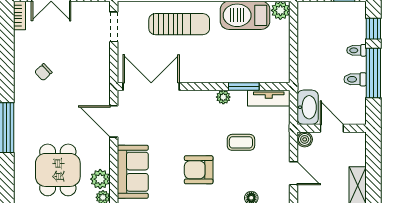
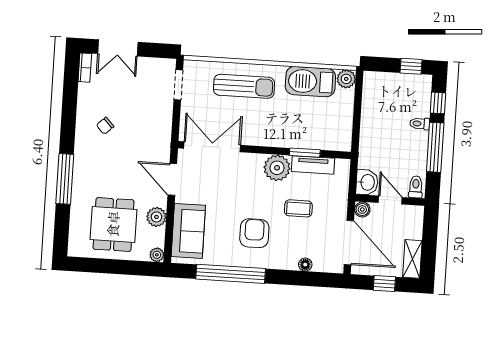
toilet: (355, 79) -> (416, 187), moved, turned 90
plant: (223, 97) -> (277, 168), width x1.88, depth x1.88
tv unit: (269, 98) -> (313, 165), moved
washbasin: (308, 107) -> (367, 182), width x0.72
armchair: (199, 170) -> (254, 233), turned 90
door: (293, 173) -> (349, 243), width x1.88
plant: (100, 179) -> (156, 217), moved

